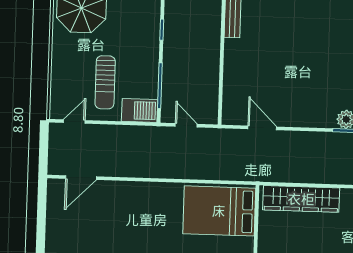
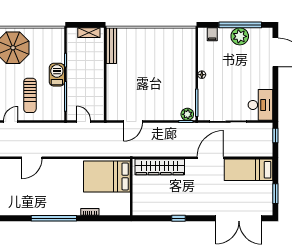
barbecue: (140, 110) -> (57, 75), moved, turned -90
door: (262, 128) -> (133, 122), swing flipped
door: (81, 178) -> (32, 158), moved

